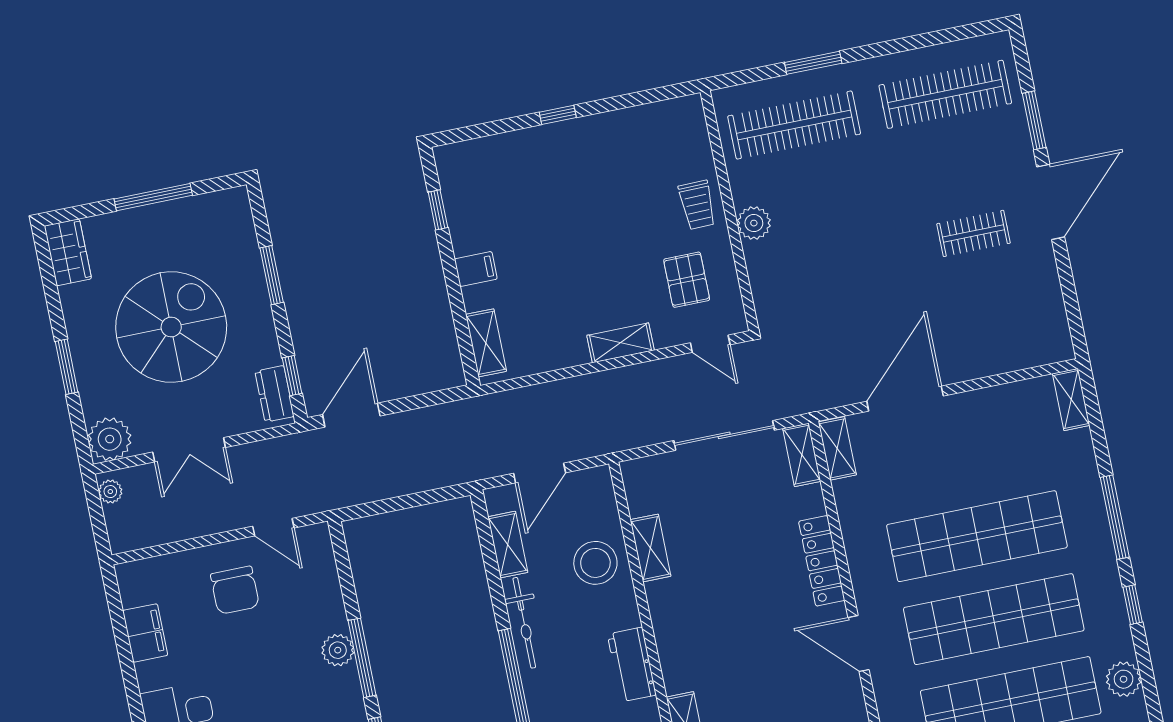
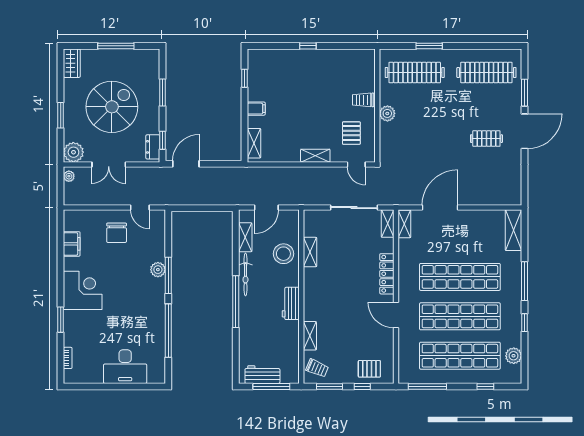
trolley: (697, 205) -> (363, 100), turned 91
shelving: (1071, 399) -> (514, 230), width x1.50, depth x1.33

